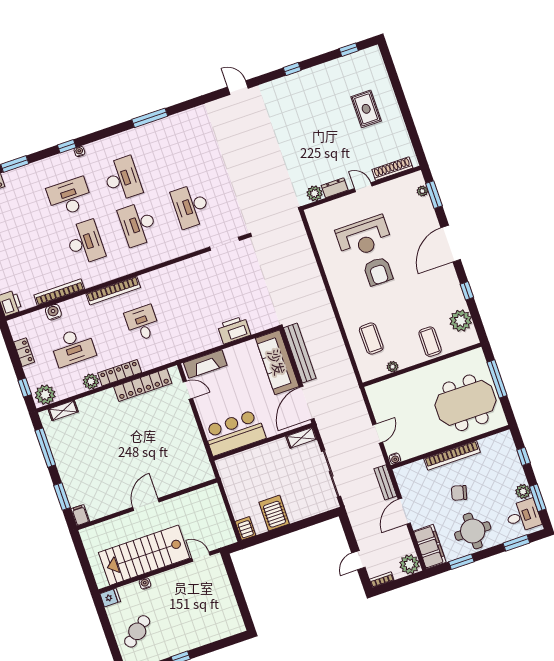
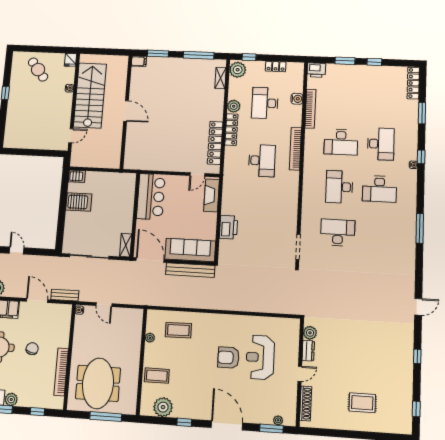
desk: (138, 224) -> (339, 187), turned -90
desk: (142, 323) -> (262, 161), width x1.37
bookcase: (452, 455) -> (61, 372), moved

